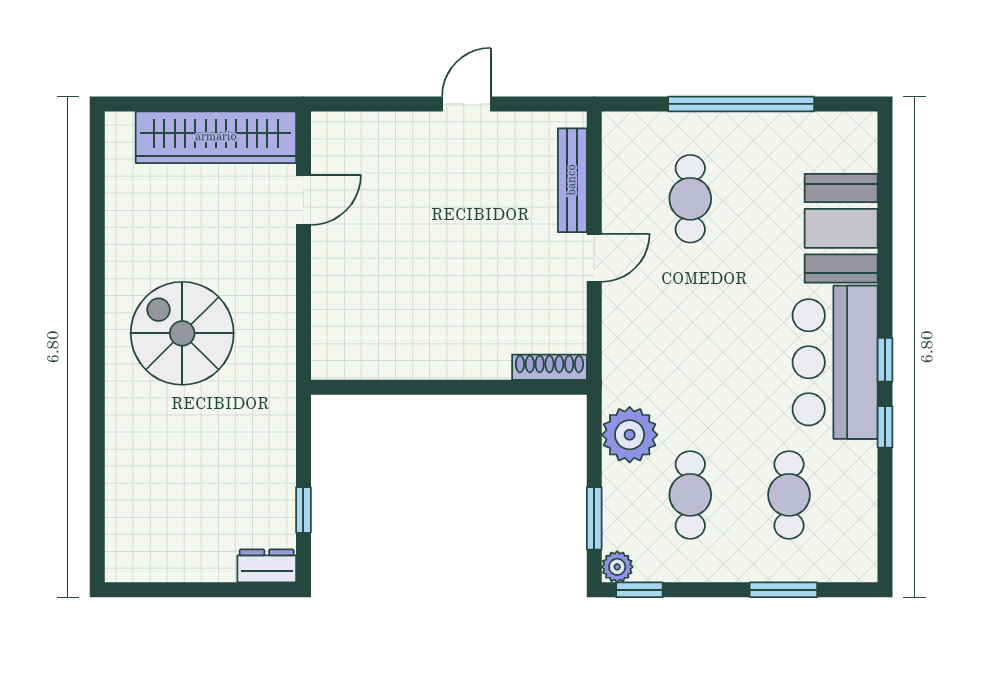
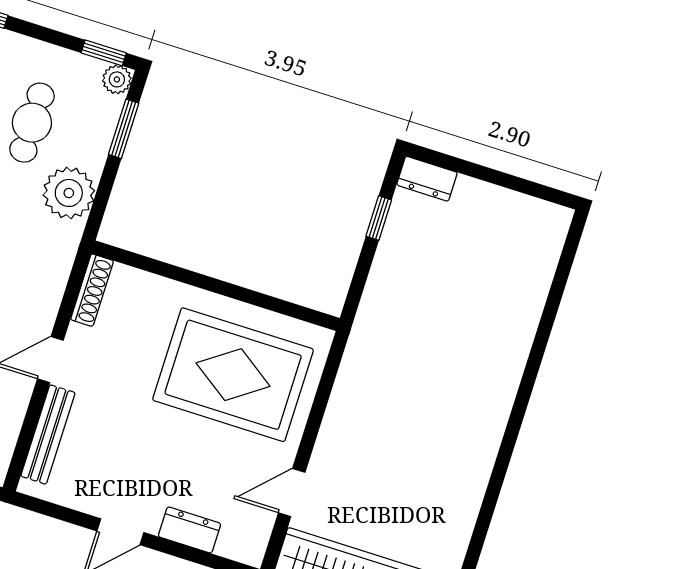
dresser: (396, 128) -> (190, 530), added
rug: (402, 302) -> (233, 375), added
spiral stairs: (182, 333) -> (436, 408), removed
shoe rack: (549, 367) -> (92, 290), moved, turned -90

